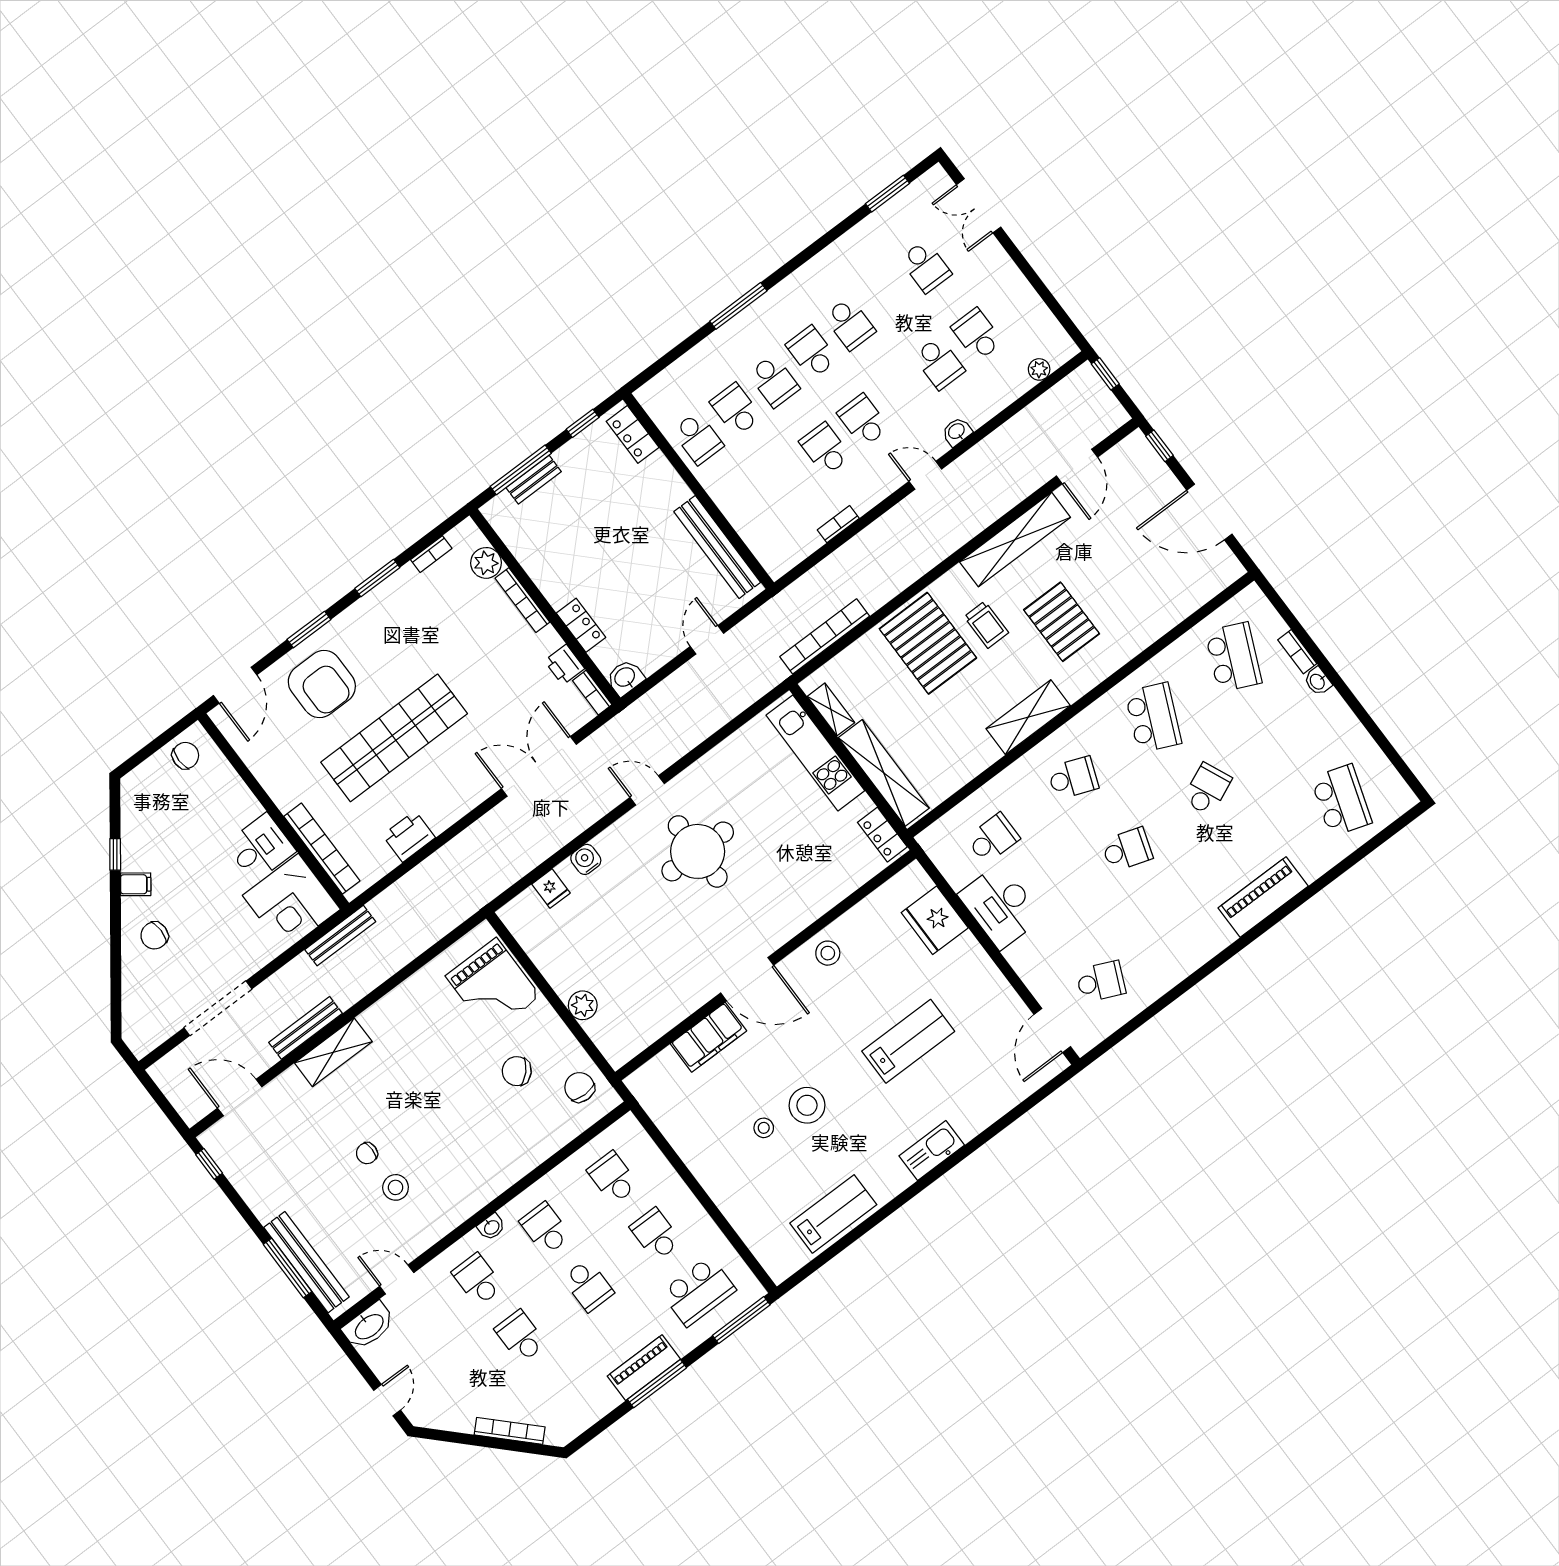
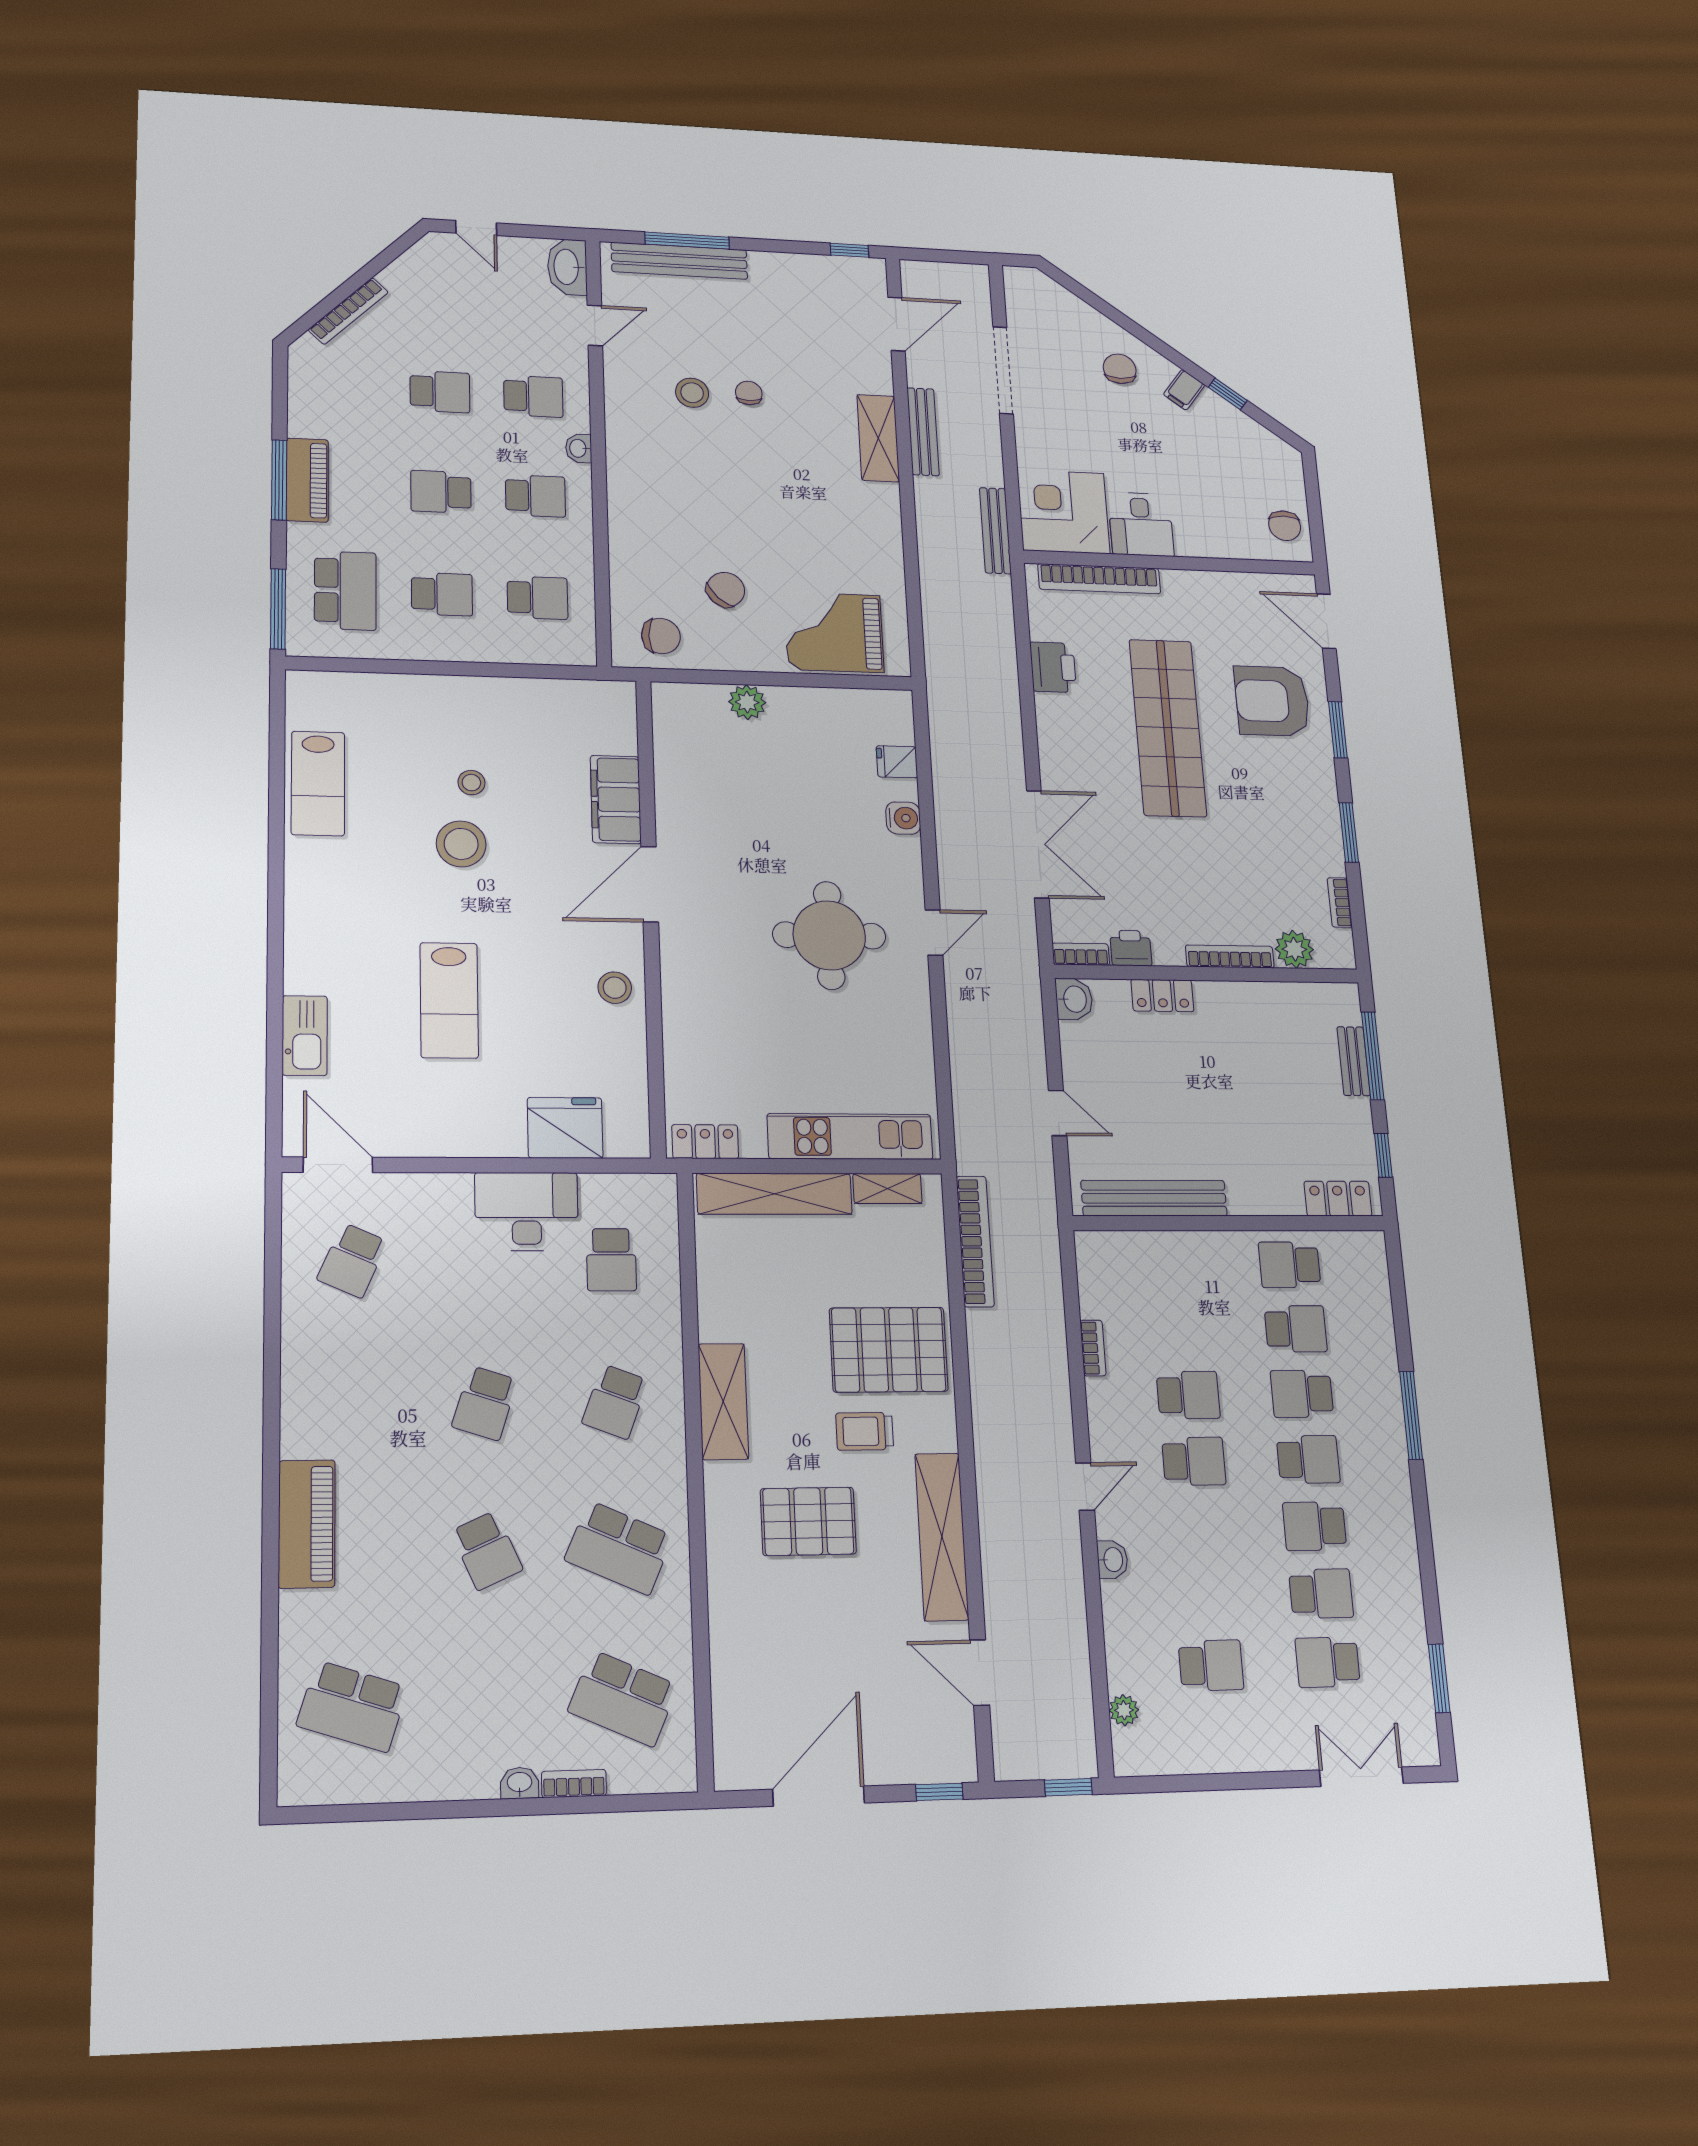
school desk: (939, 363) -> (1321, 1594), moved, turned 180
kitchen sink: (932, 1151) -> (305, 1036), moved
school desk: (698, 1291) -> (345, 591), turned 180

